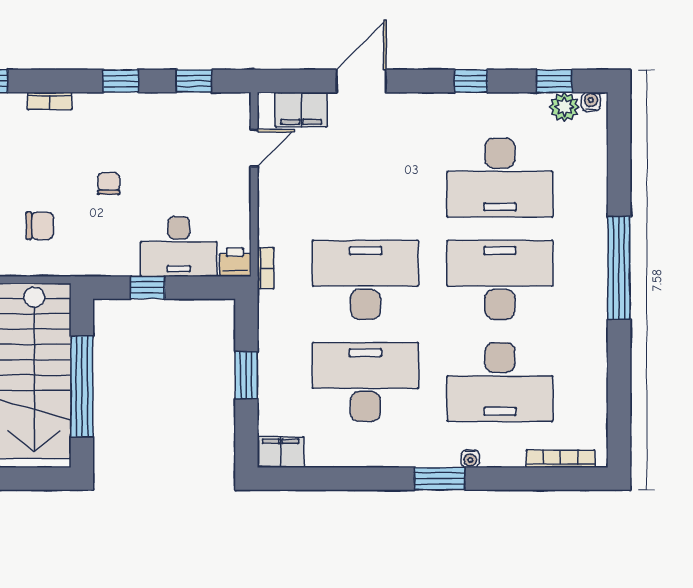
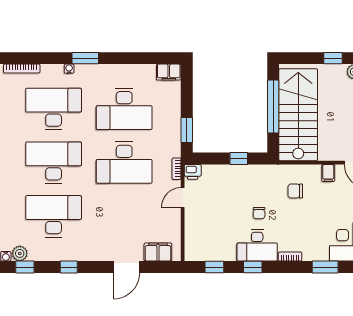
door: (254, 148) -> (183, 198), moved
desk: (179, 246) -> (257, 245), moved, turned 180
desk: (500, 280) -> (54, 163), turned 180
window: (246, 375) -> (187, 130), moved

